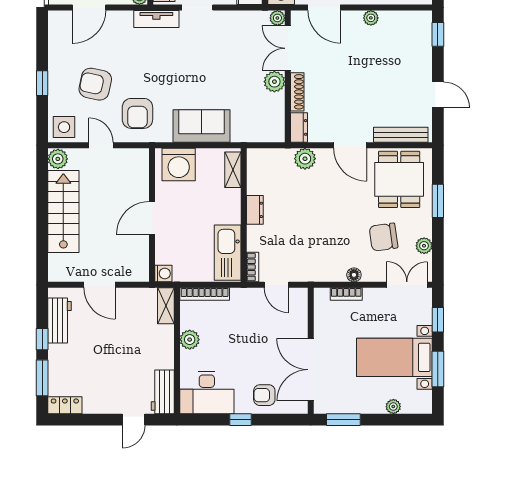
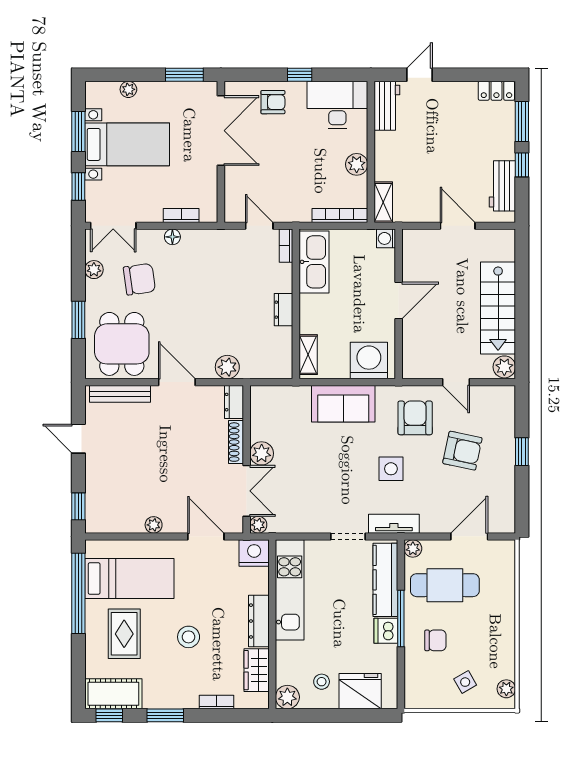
side table: (64, 127) -> (391, 469), moved

